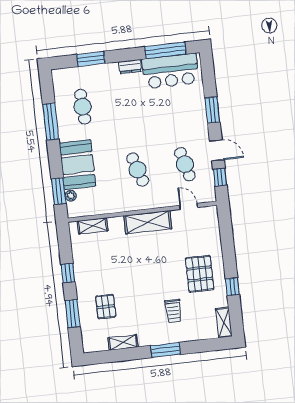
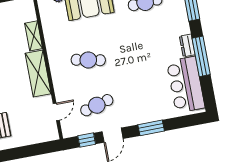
window: (165, 50) -> (201, 56), moved
cafe table: (138, 170) -> (88, 60), turned 30
shelving: (93, 226) -> (34, 36), moved

